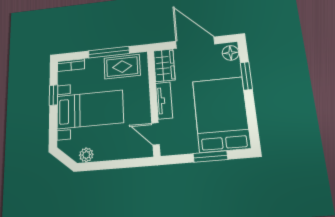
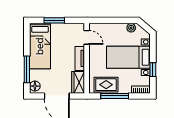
window: (246, 76) -> (27, 69), width x1.44
bed: (221, 114) -> (40, 46), width x0.67

